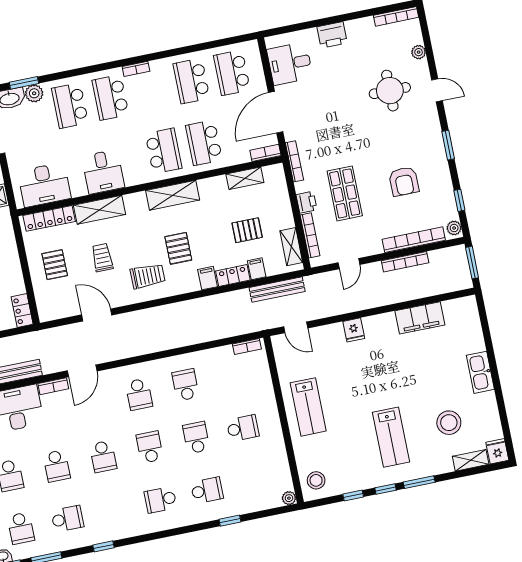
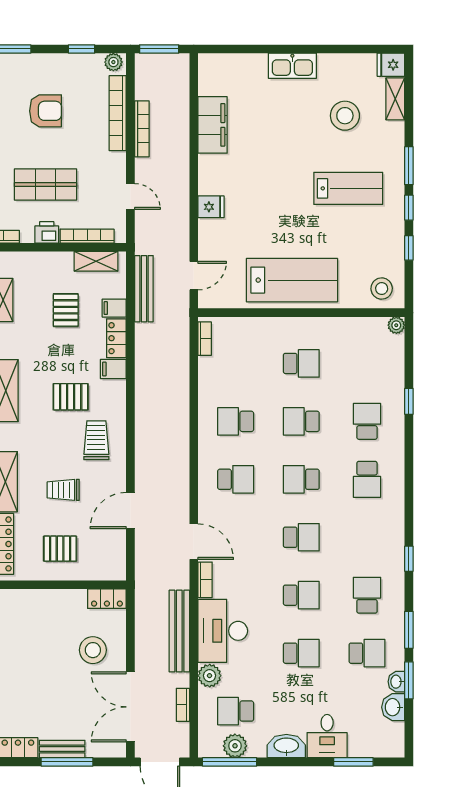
lab bench: (308, 407) -> (292, 280), width x1.36, depth x1.39
school desk: (243, 428) -> (301, 363), turned 90

